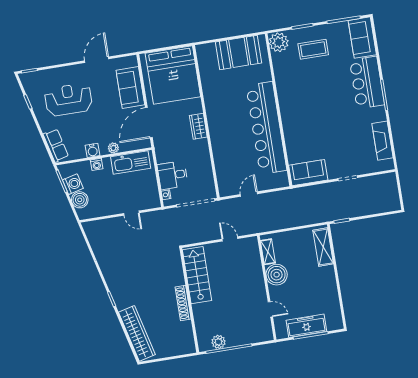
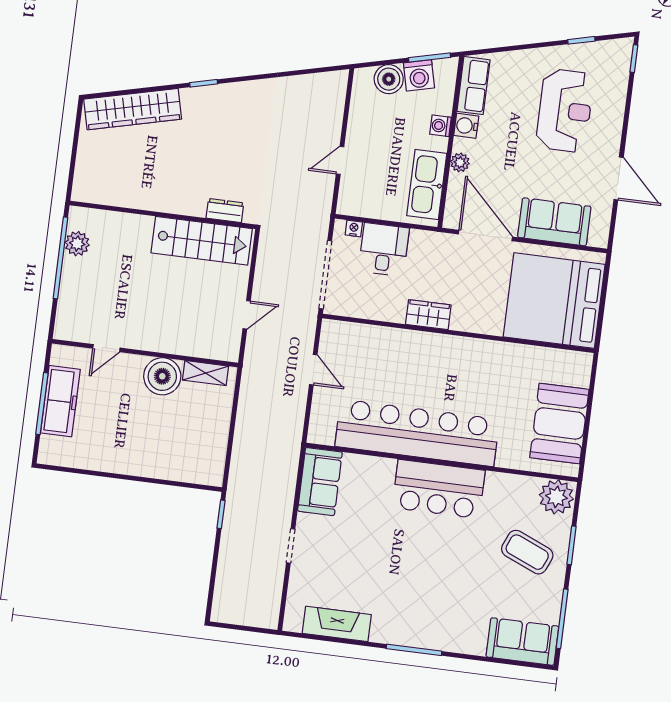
coffee table: (313, 49) -> (527, 552), turned -67
bar counter: (367, 83) -> (439, 489), moved, turned 180
wardrobe: (198, 126) -> (428, 315), moved
row of seats: (56, 145) -> (473, 86), moved, turned -76
shelving: (323, 247) -> (186, 469), removed
dresser: (177, 267) -> (225, 210), added
shoe rack: (183, 303) -> (161, 203), removed

